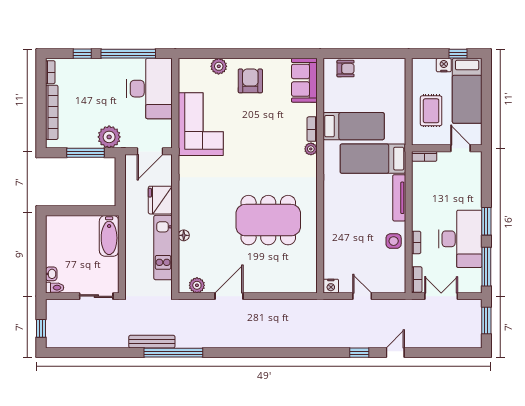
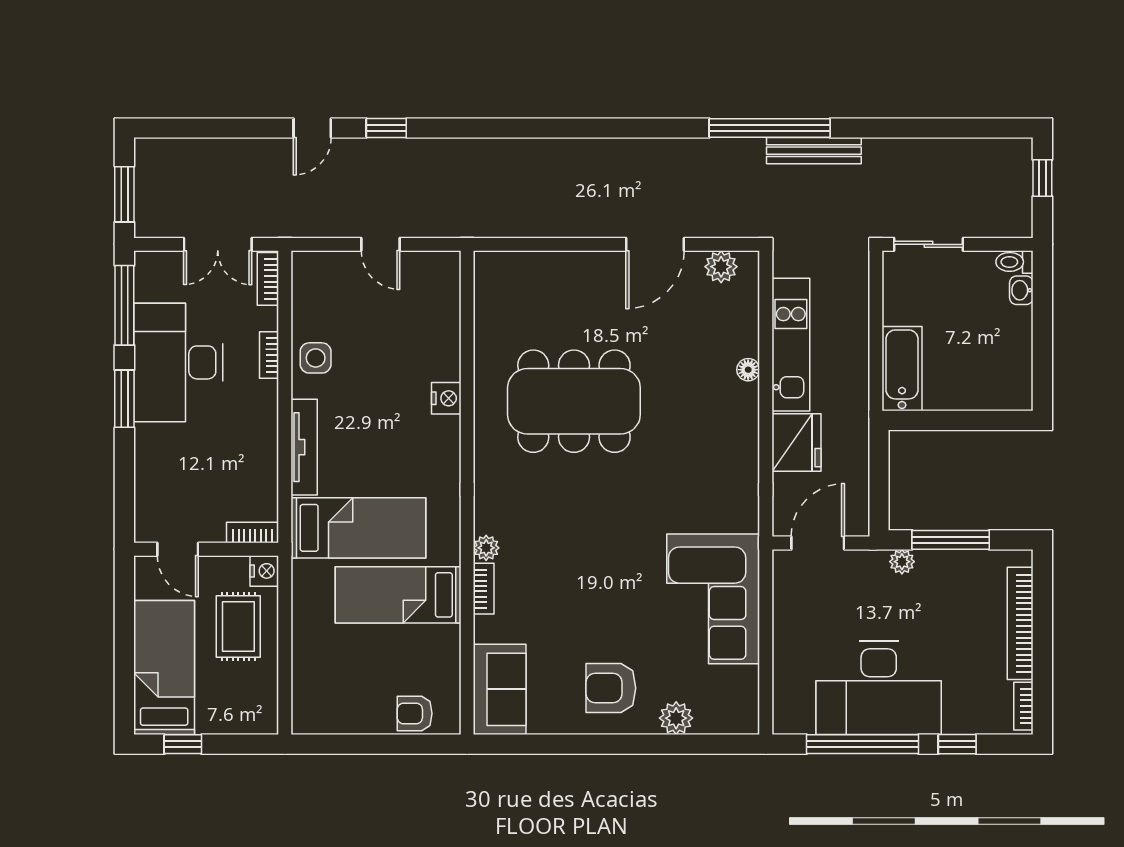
nightstand: (444, 65) -> (264, 571), moved, turned -90
armchair: (250, 81) -> (611, 688), turned 90
desk: (149, 89) -> (879, 688), moved, turned -90
plant: (109, 137) -> (902, 562), width x0.53, depth x0.53
nightstand: (331, 286) -> (446, 398), moved, turned 90

